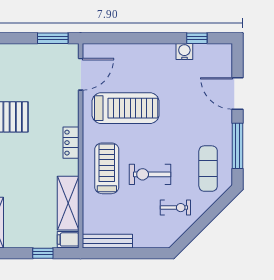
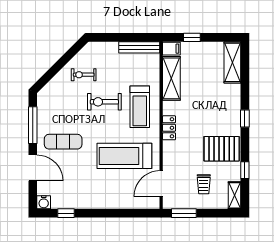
water cooler: (184, 51) -> (44, 202), moved
trolley: (28, 73) -> (204, 184), added
exercise mat: (208, 169) -> (63, 142), moved, turned 90
exercise bike: (150, 174) -> (104, 102), turned 180

